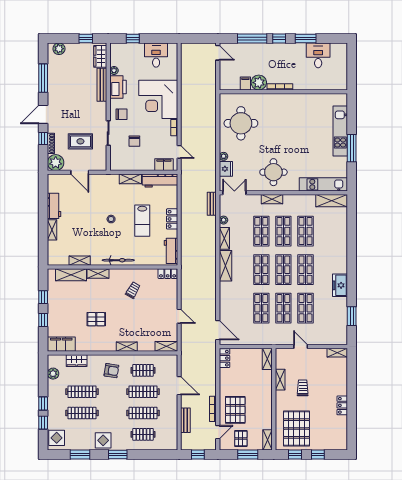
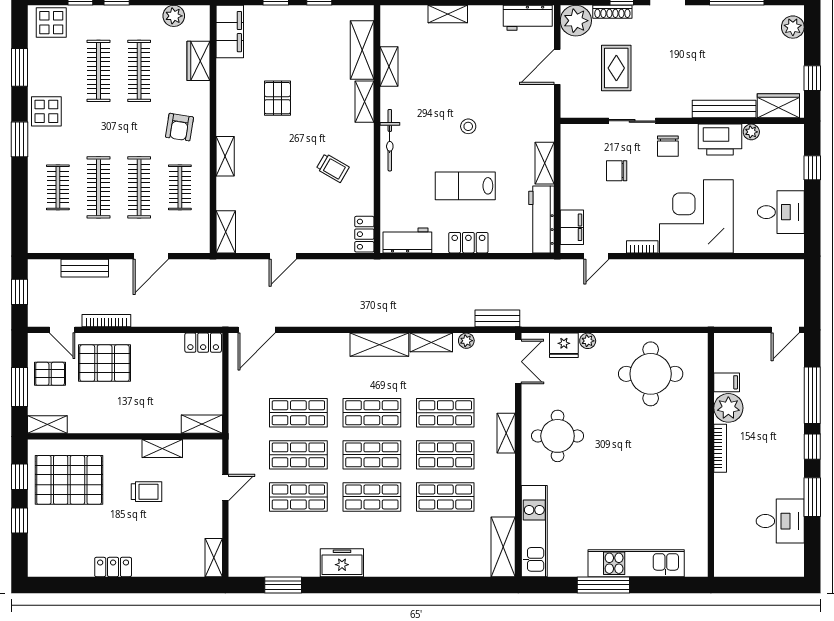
workbench: (54, 206) -> (528, 18), moved

